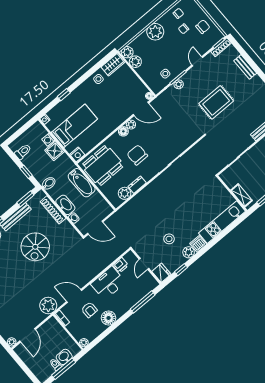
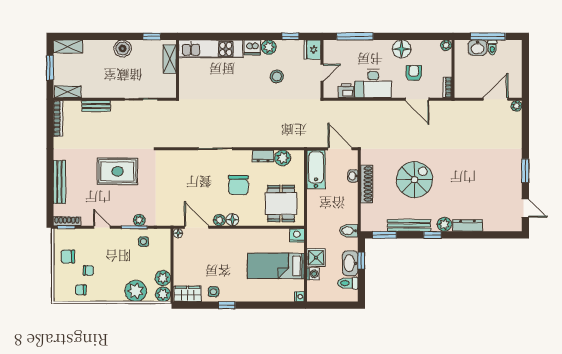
plant: (155, 32) -> (136, 291), moved
door: (197, 61) -> (102, 227), swing flipped
bench: (245, 67) -> (59, 182), width x1.36
window: (64, 95) -> (227, 305), moved
dining table: (103, 165) -> (281, 203), width x0.73
bathtub: (82, 183) -> (316, 169), moved
washbasin: (65, 205) -> (350, 263), moved
shoe rack: (53, 210) -> (367, 184), moved
plant: (48, 305) -> (450, 111), removed

